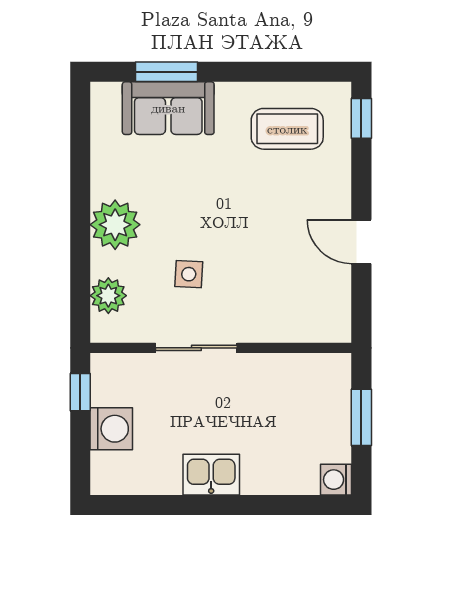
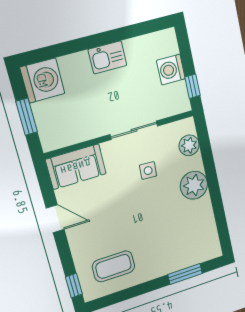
sofa: (168, 108) -> (76, 167), moved, turned 180
washing machine: (336, 480) -> (42, 80), width x1.89, depth x1.89

